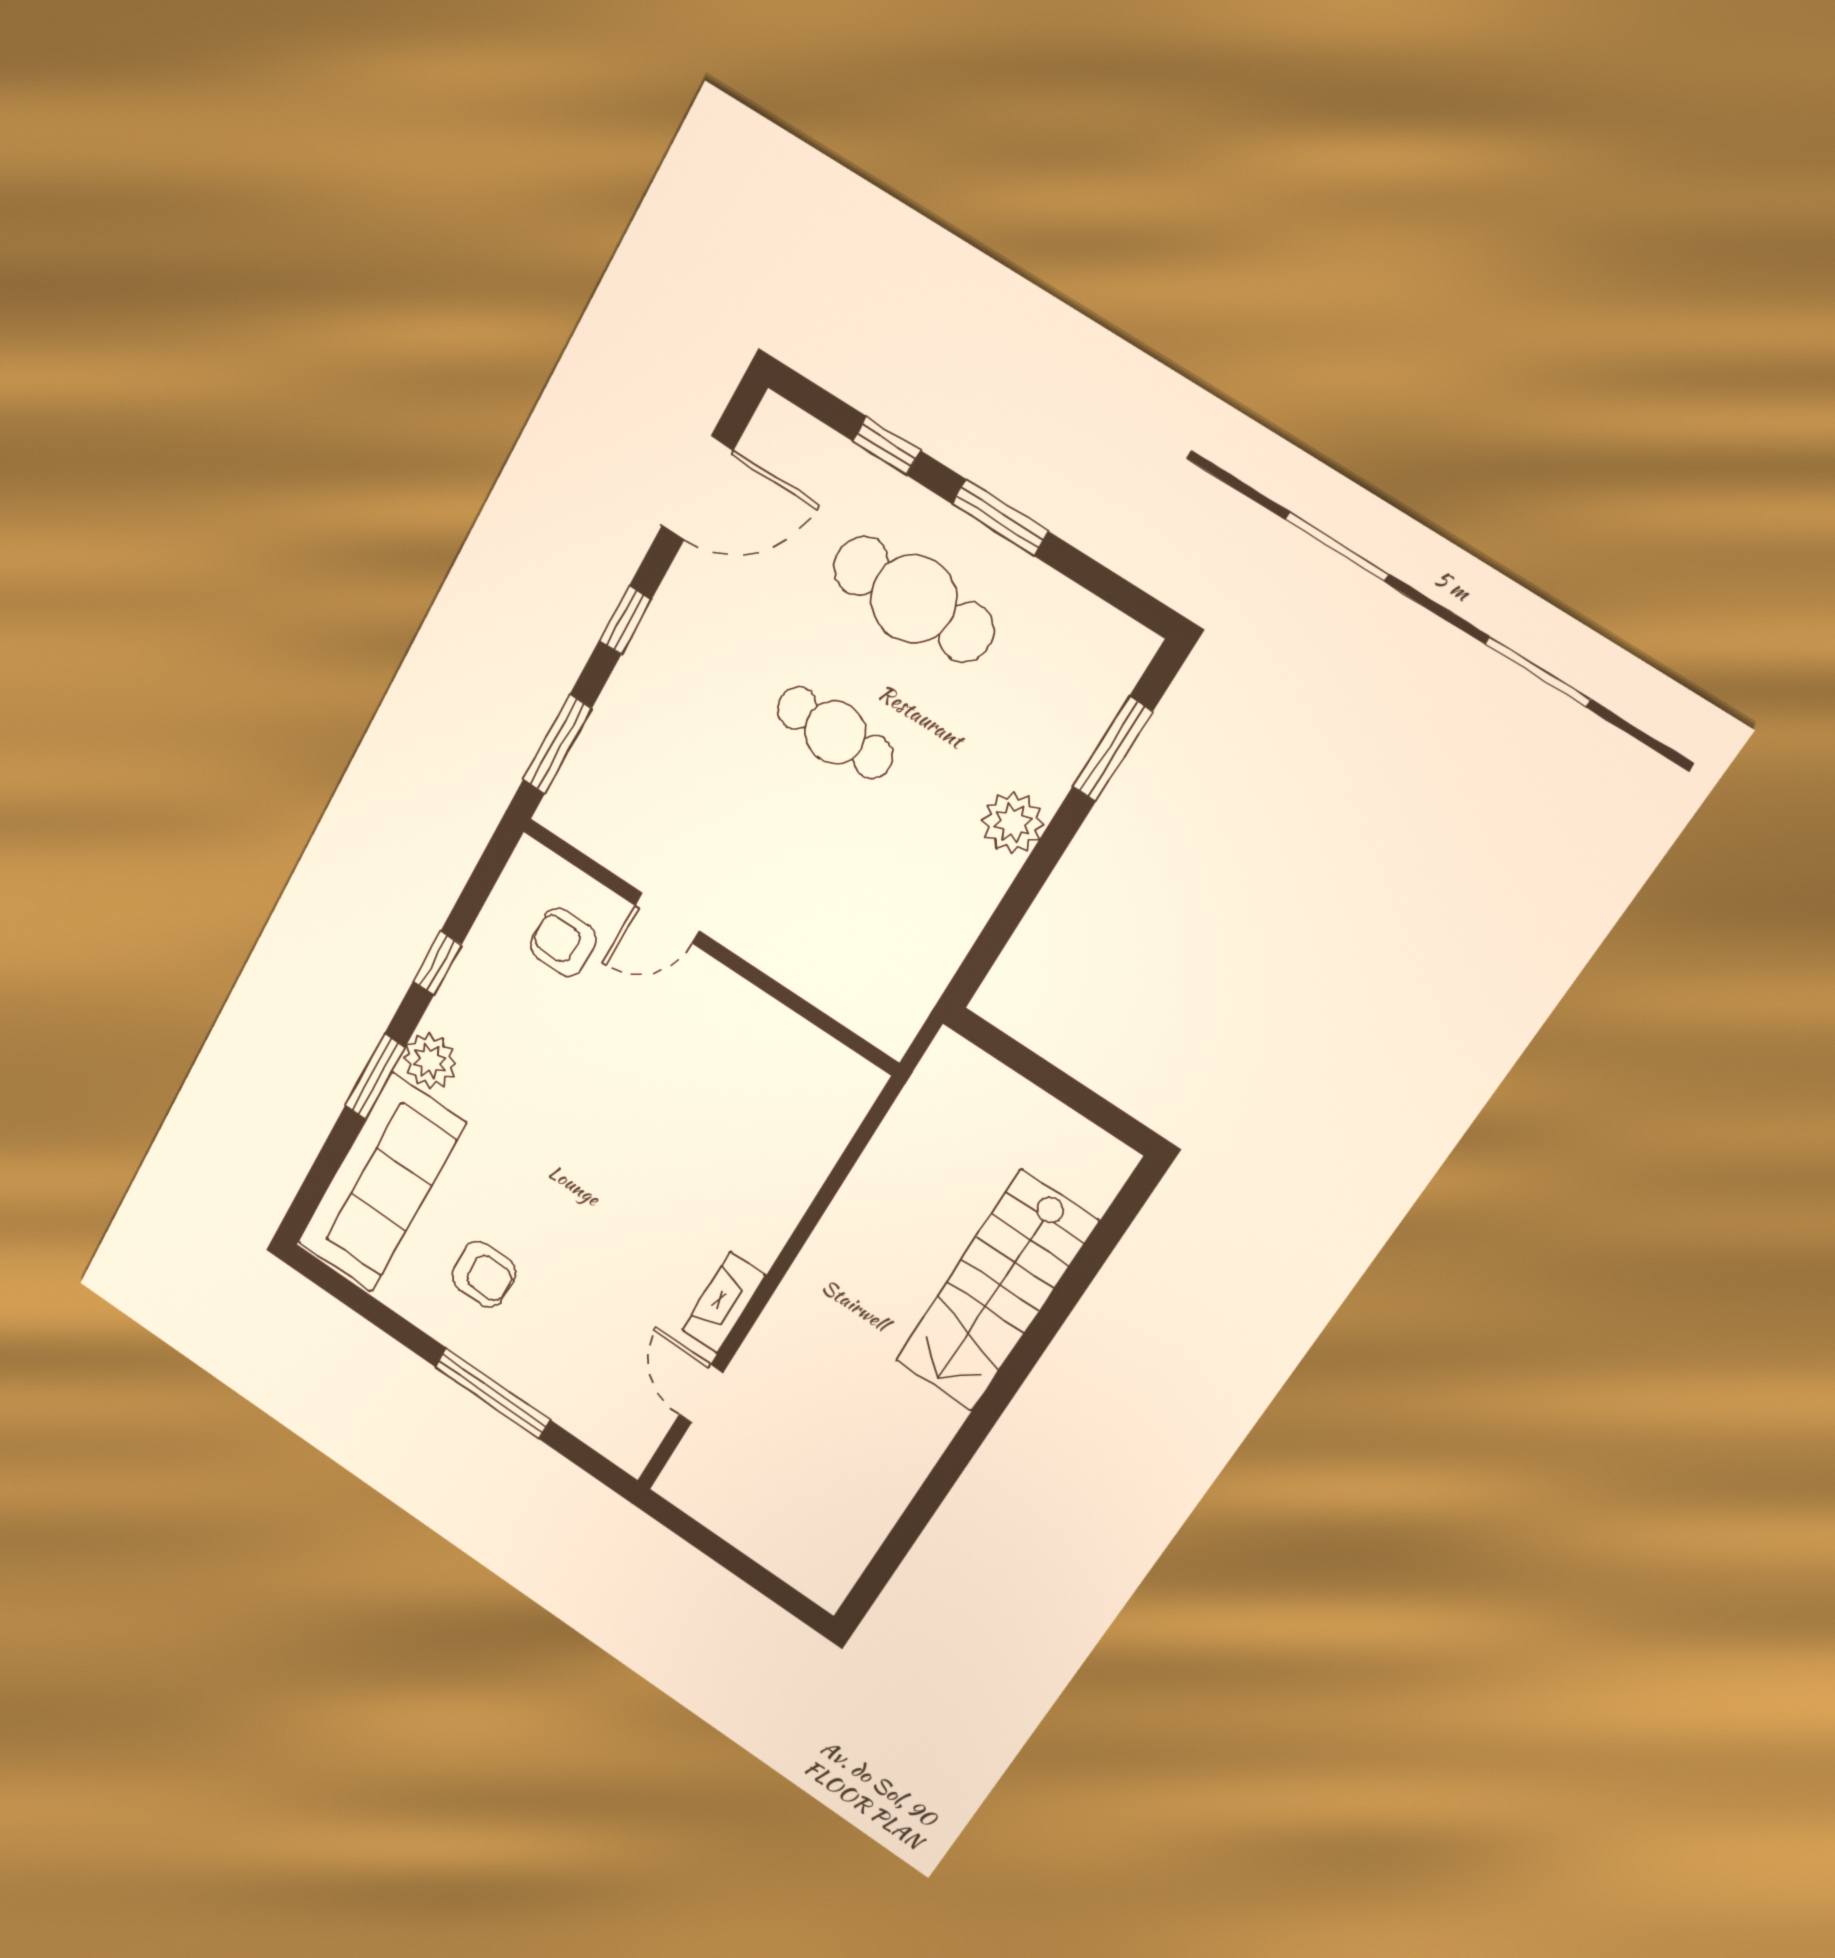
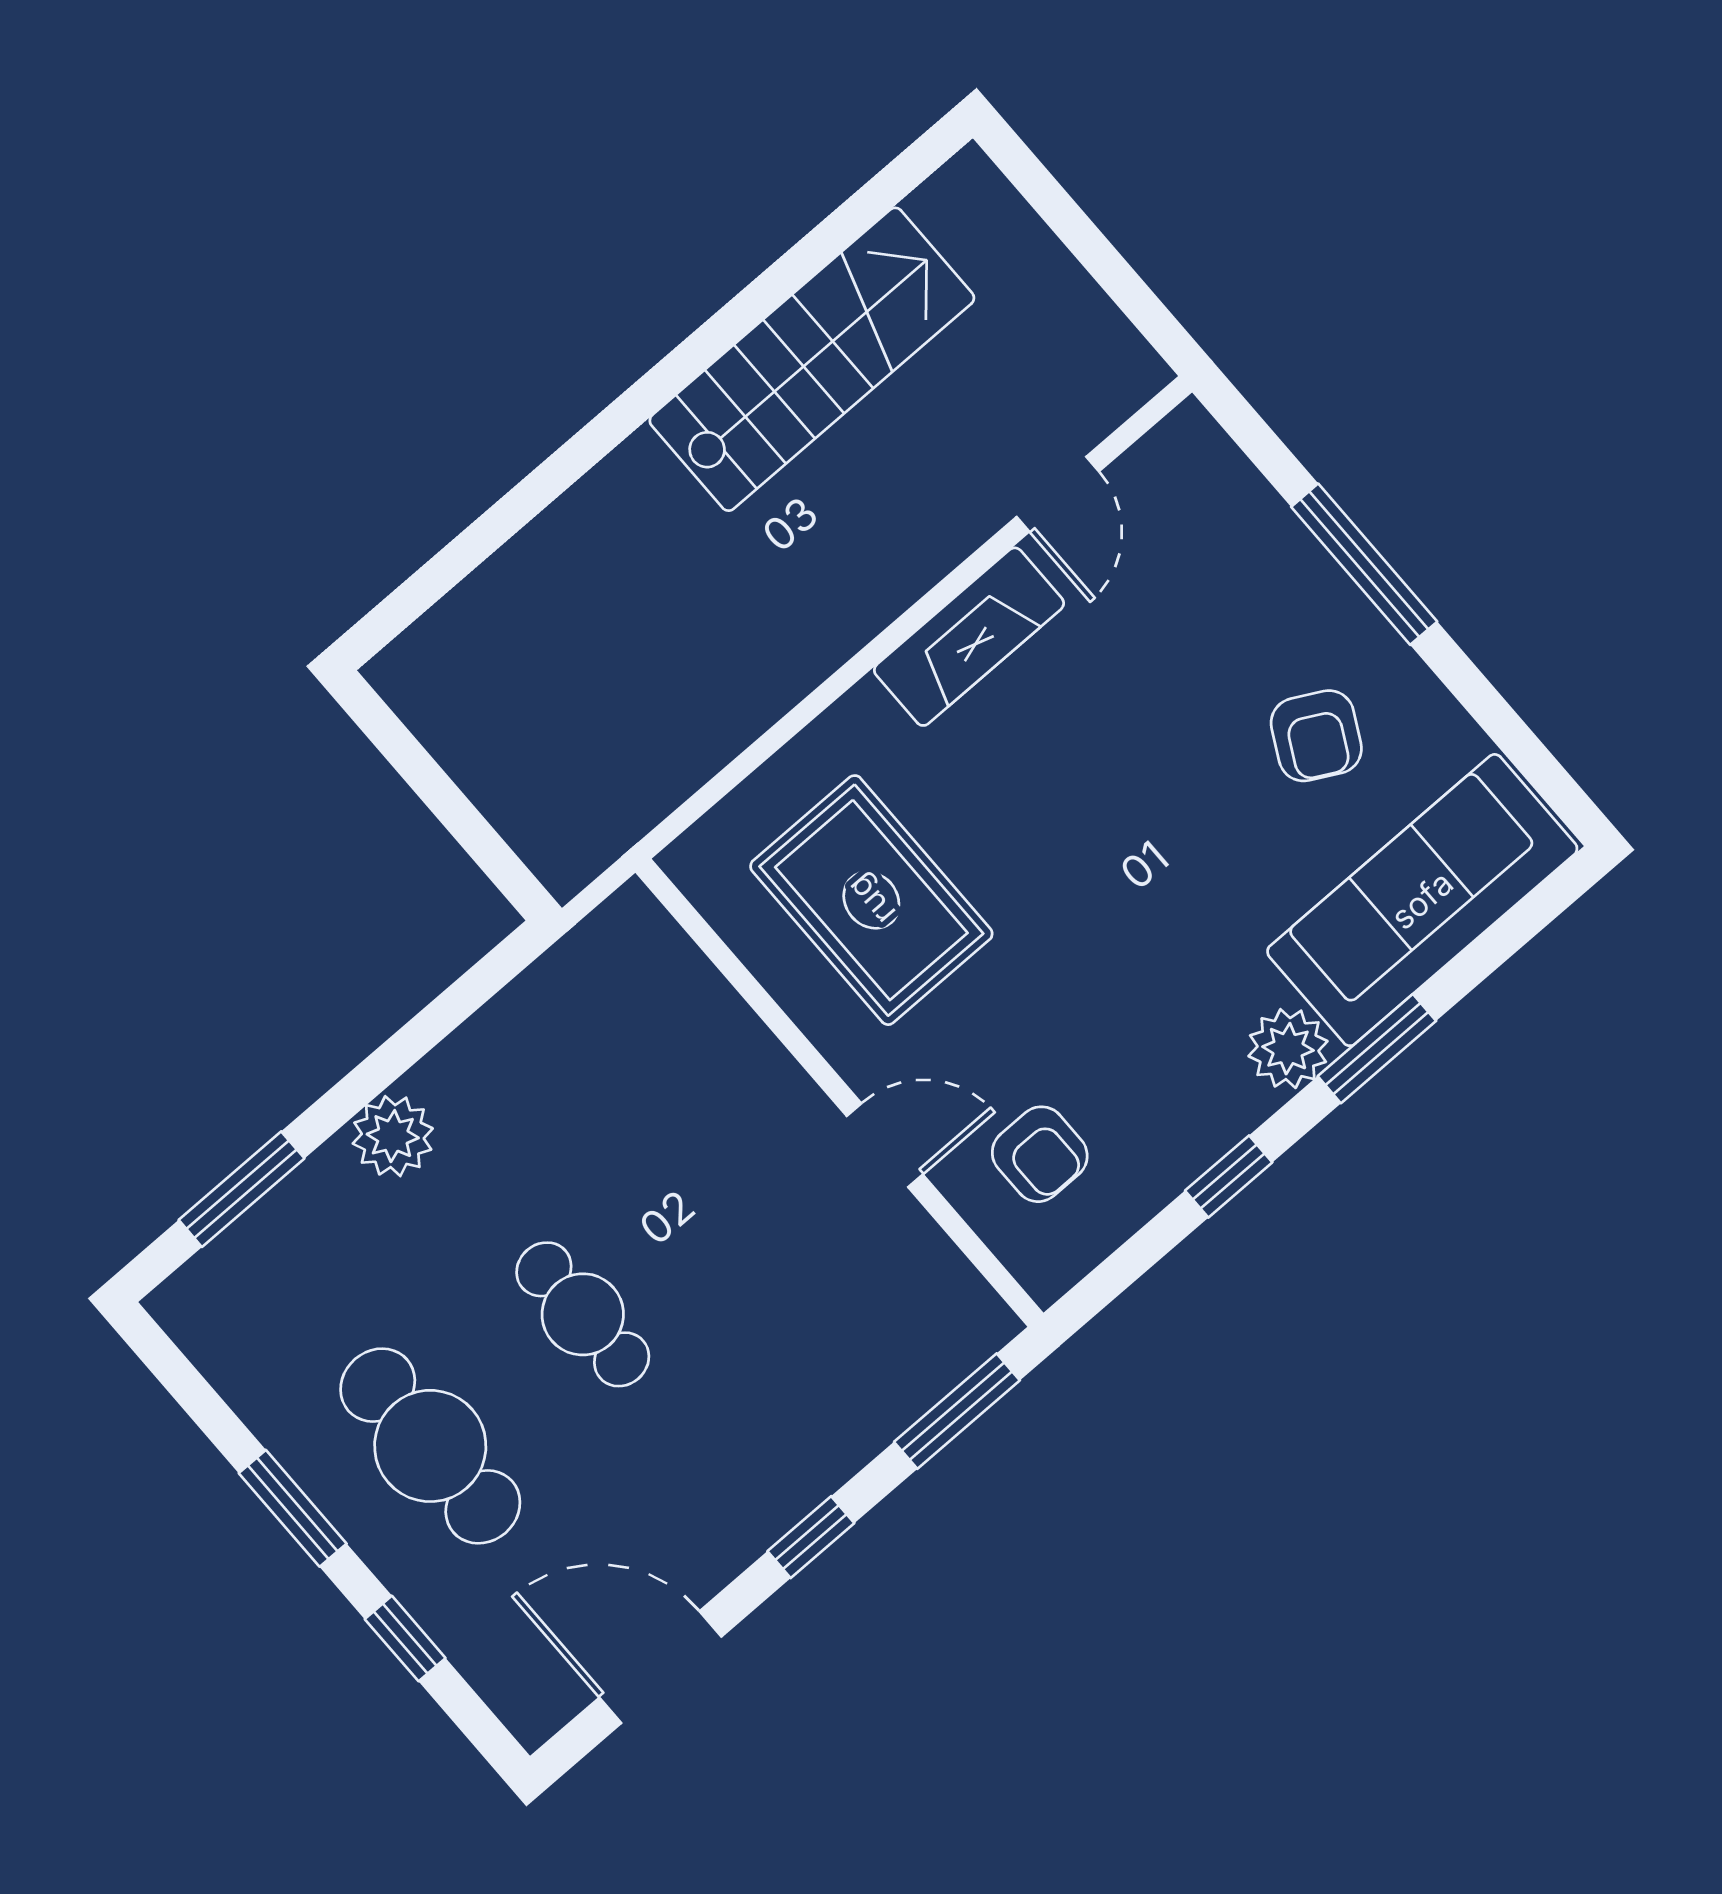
rug: (732, 1087) -> (871, 900), added
armchair: (484, 1274) -> (1316, 736), turned -152
stairs: (996, 1291) -> (812, 359), moved
fireplace: (724, 1303) -> (969, 637), width x1.37, depth x1.32

